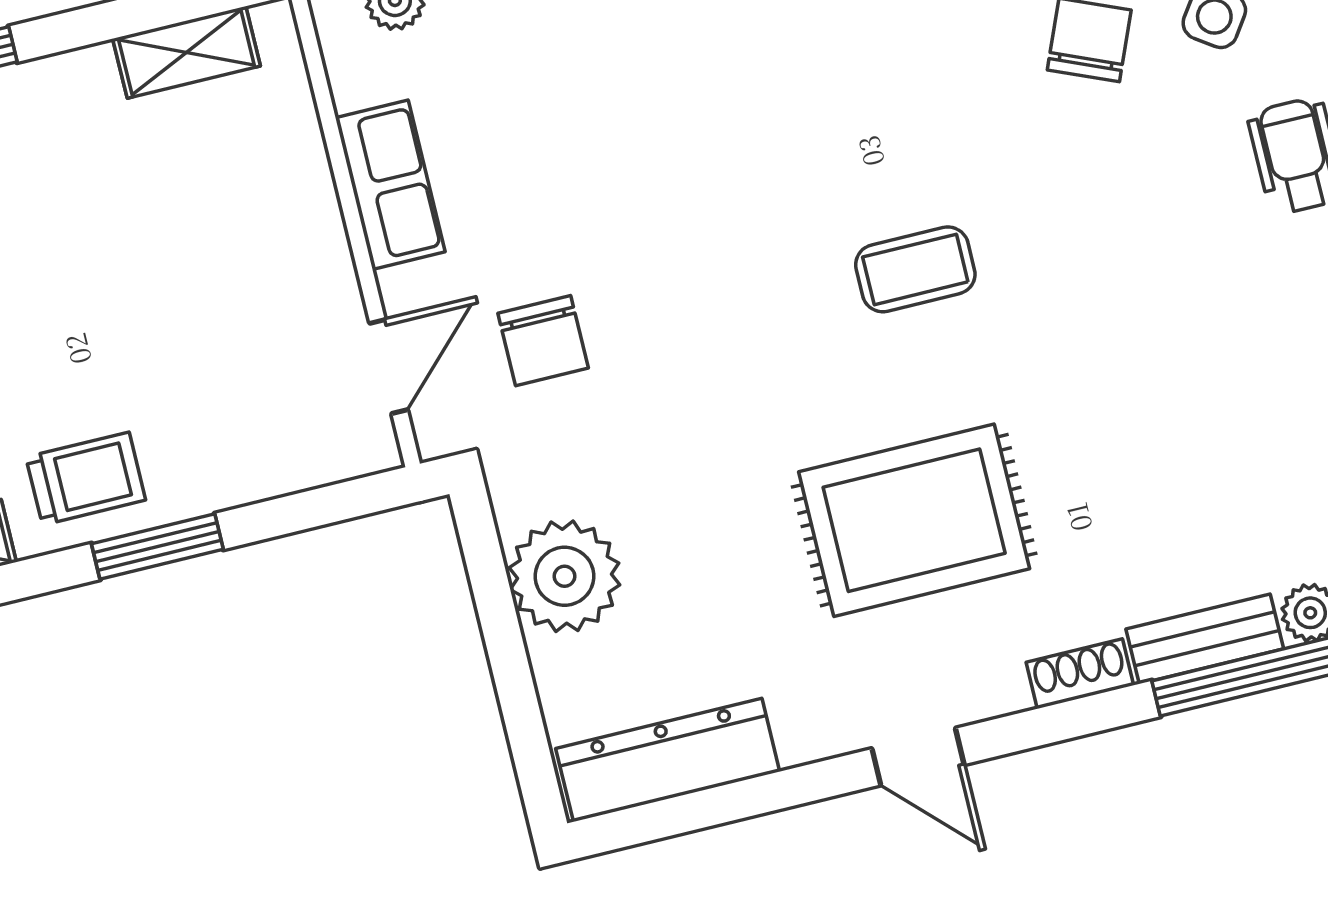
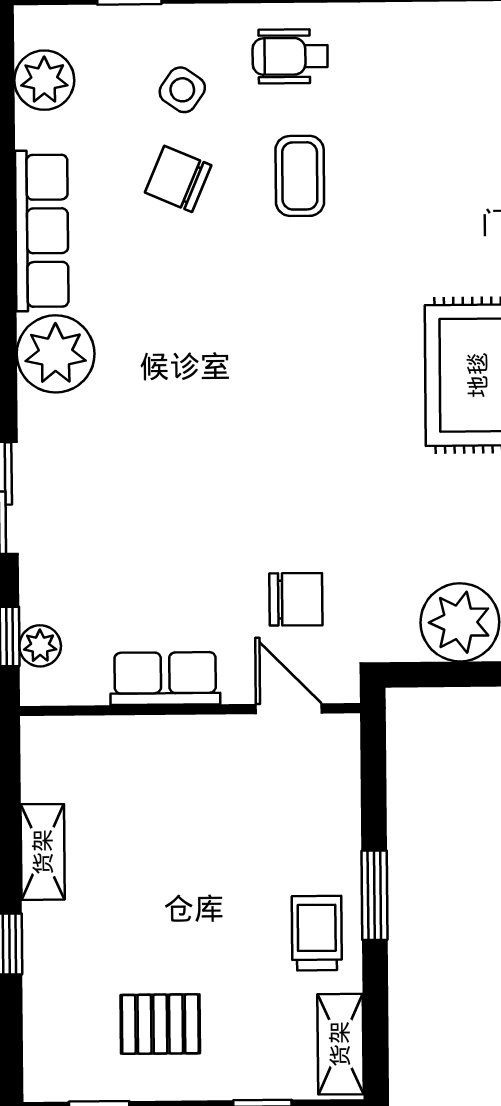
shelving: (186, 52) -> (43, 852), moved
coffee table: (915, 269) -> (300, 176), moved

